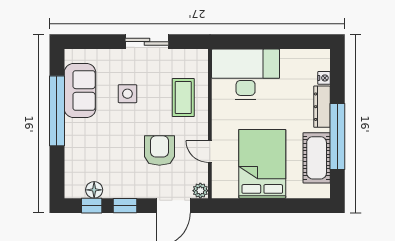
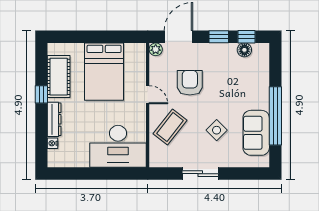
side table: (127, 94) -> (217, 130), turned 45
coffee table: (183, 97) -> (170, 127), turned 38
window: (337, 136) -> (41, 94), width x0.32
armchair: (159, 151) -> (190, 83), turned 180
door: (210, 152) -> (148, 95), moved

